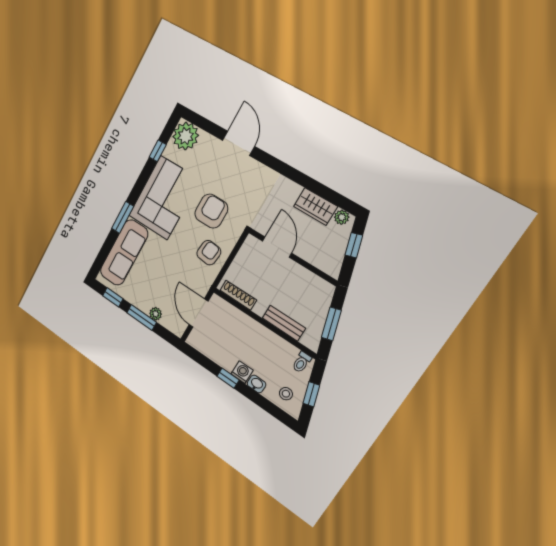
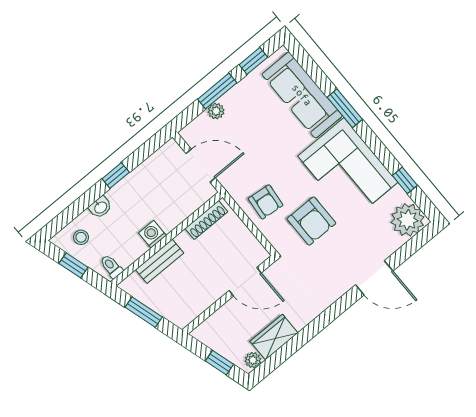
washing machine: (242, 372) -> (152, 234), moved, turned 180

